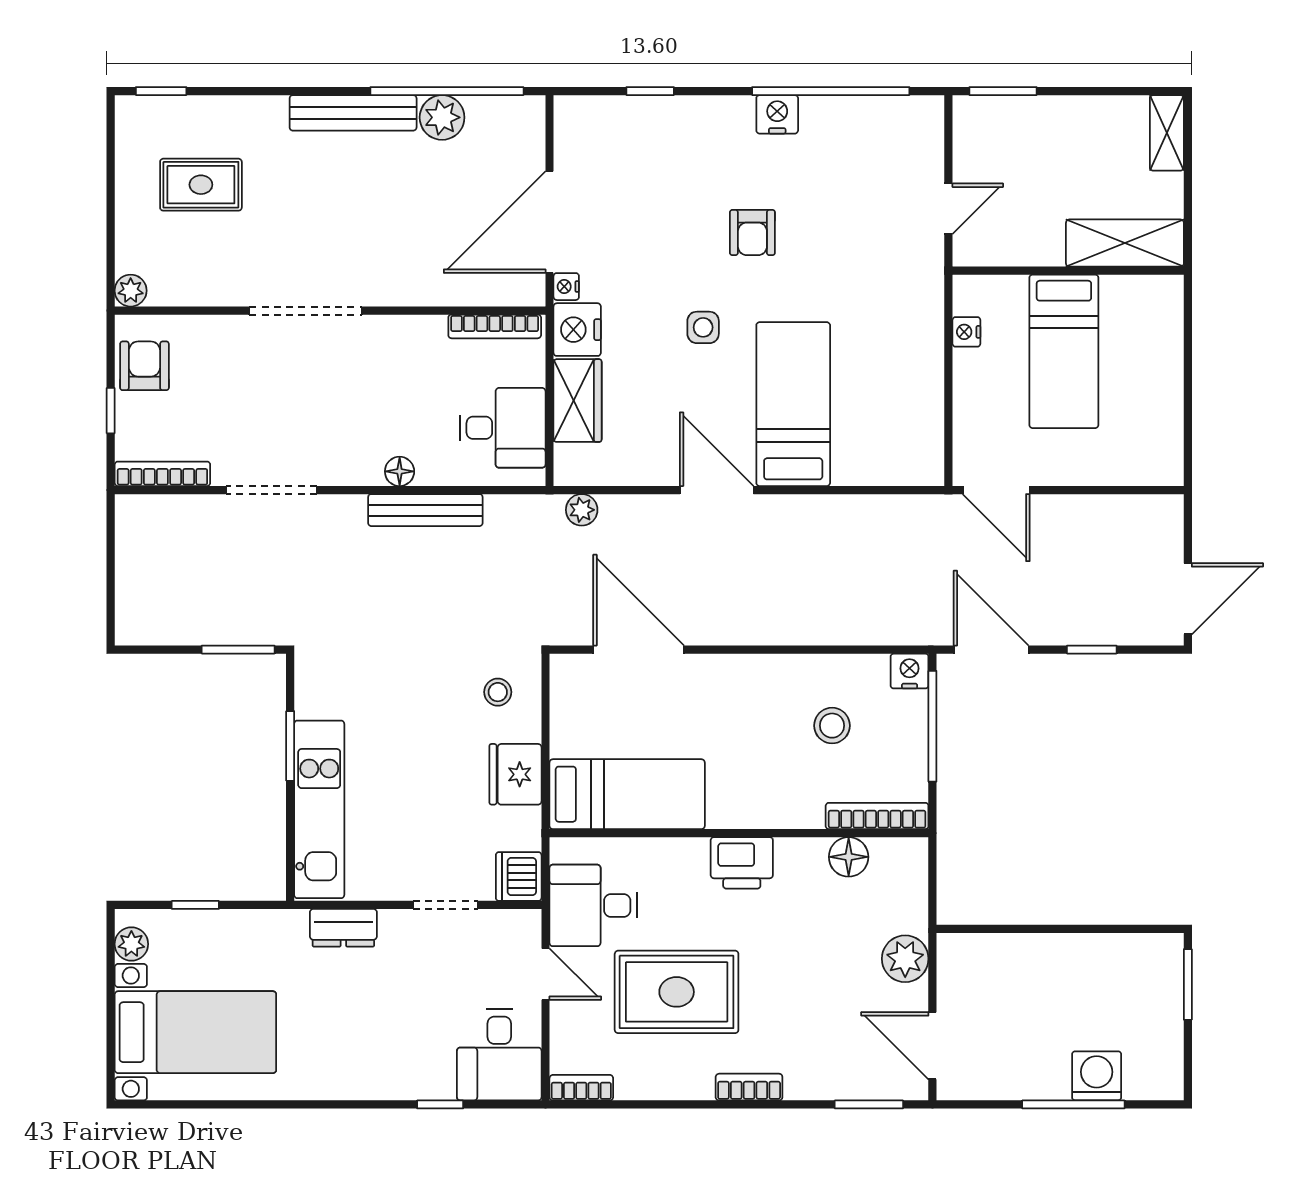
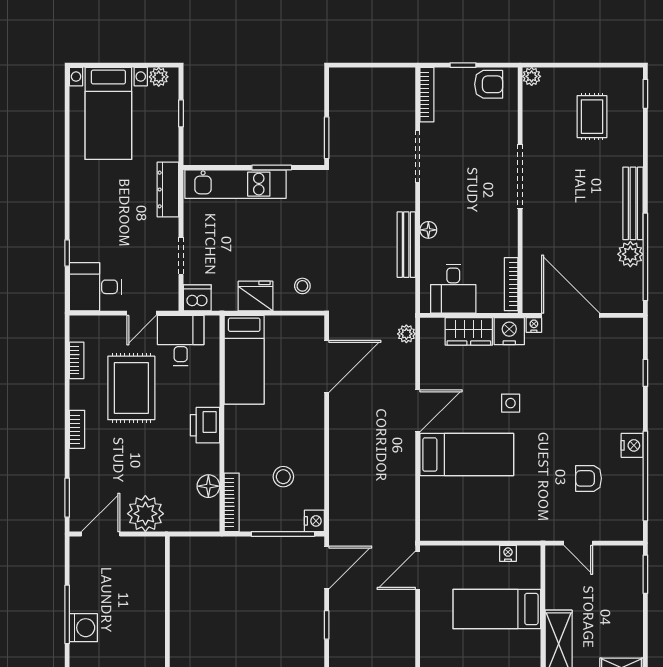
armchair: (752, 233) -> (589, 478), moved
dresser: (343, 928) -> (168, 189), width x1.44
plant: (905, 959) -> (145, 514), width x1.36, depth x1.36
bookcase: (581, 1088) -> (77, 360), moved

